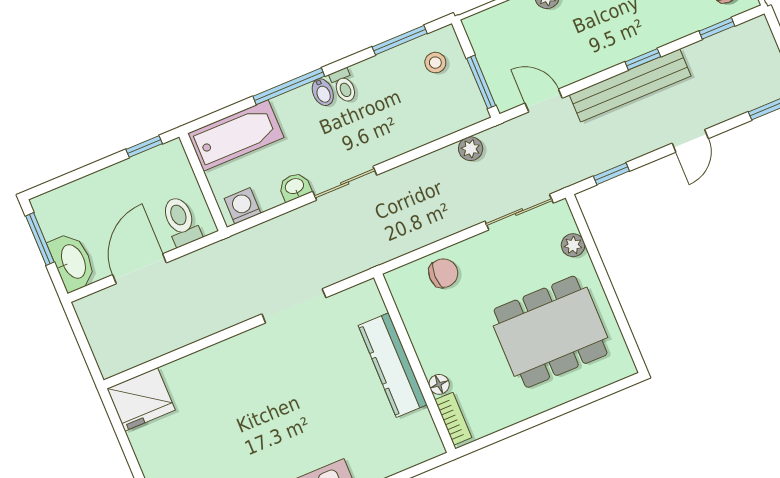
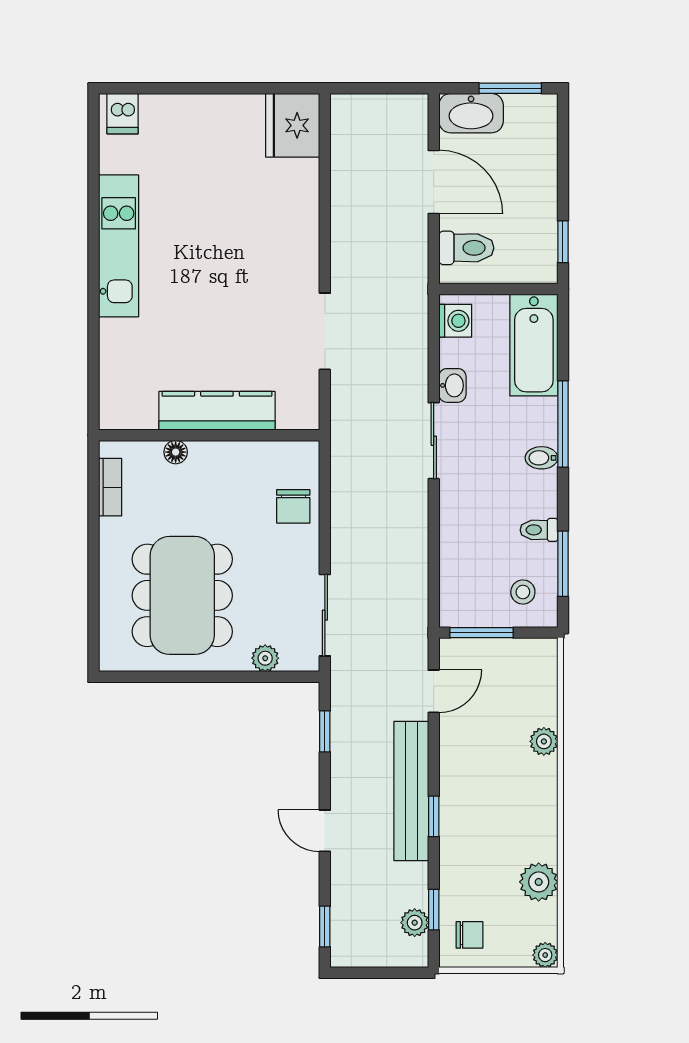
toilet: (344, 86) -> (539, 530), moved
plant: (471, 149) -> (415, 923), moved
bookcase: (453, 419) -> (110, 487), moved, turned -90

